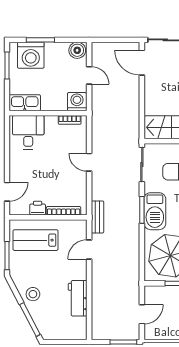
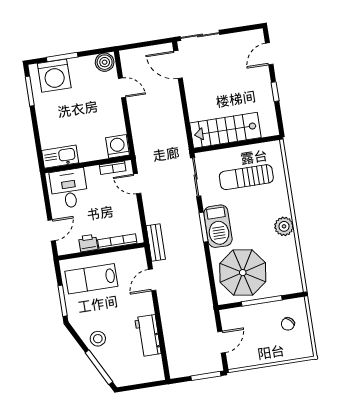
washing machine: (77, 102) -> (117, 146), moved
kitchen sink: (25, 103) -> (60, 157), moved
wall: (48, 113) -> (88, 164), moved
bookcase: (70, 120) -> (113, 168), moved
desk: (28, 132) -> (69, 189), moved

